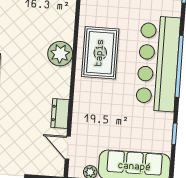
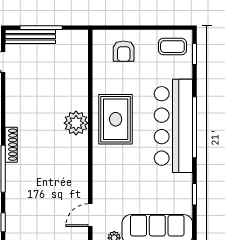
dresser: (60, 113) -> (80, 182), removed
door: (68, 148) -> (90, 215), hinge flipped

